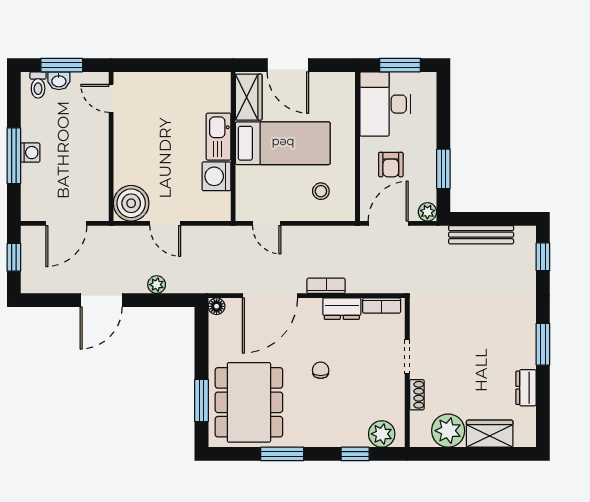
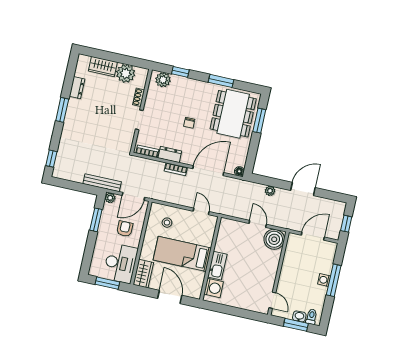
wardrobe: (249, 97) -> (143, 274), moved, turned 180
washing machine: (216, 176) -> (214, 288), moved
bench: (481, 235) -> (102, 183), moved

